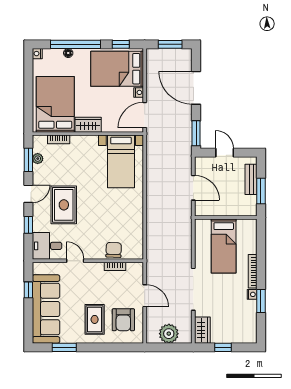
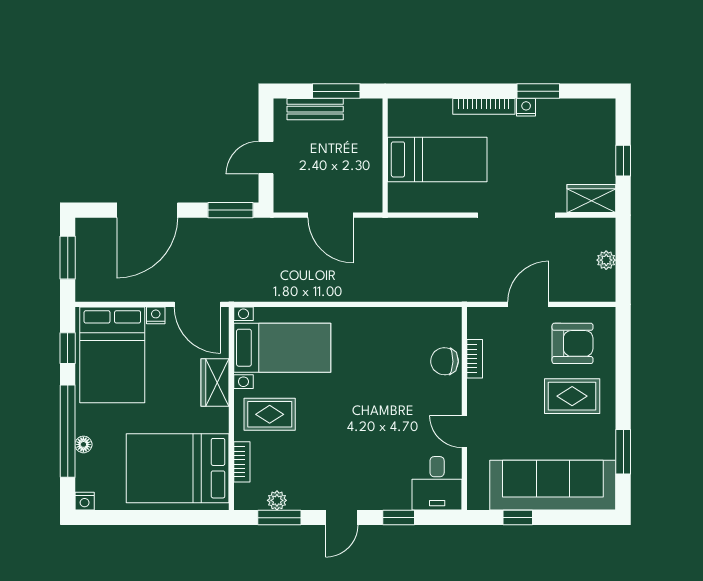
wardrobe: (88, 125) -> (215, 383), moved
door: (193, 188) -> (330, 215), swing flipped
door: (28, 194) -> (342, 518), swing flipped
rug: (64, 205) -> (270, 414), moved, width x0.73, depth x0.70
door: (75, 261) -> (464, 432), hinge flipped
plant: (169, 334) -> (606, 260), width x0.53, depth x0.53

